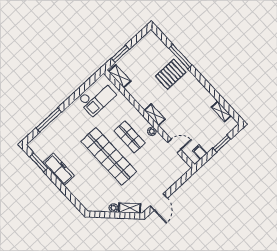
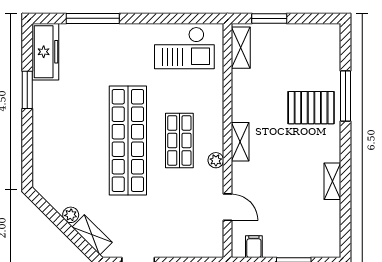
shelving: (221, 111) -> (332, 181), moved
window: (39, 162) -> (27, 90), moved
freezer: (59, 169) -> (45, 52), moved

